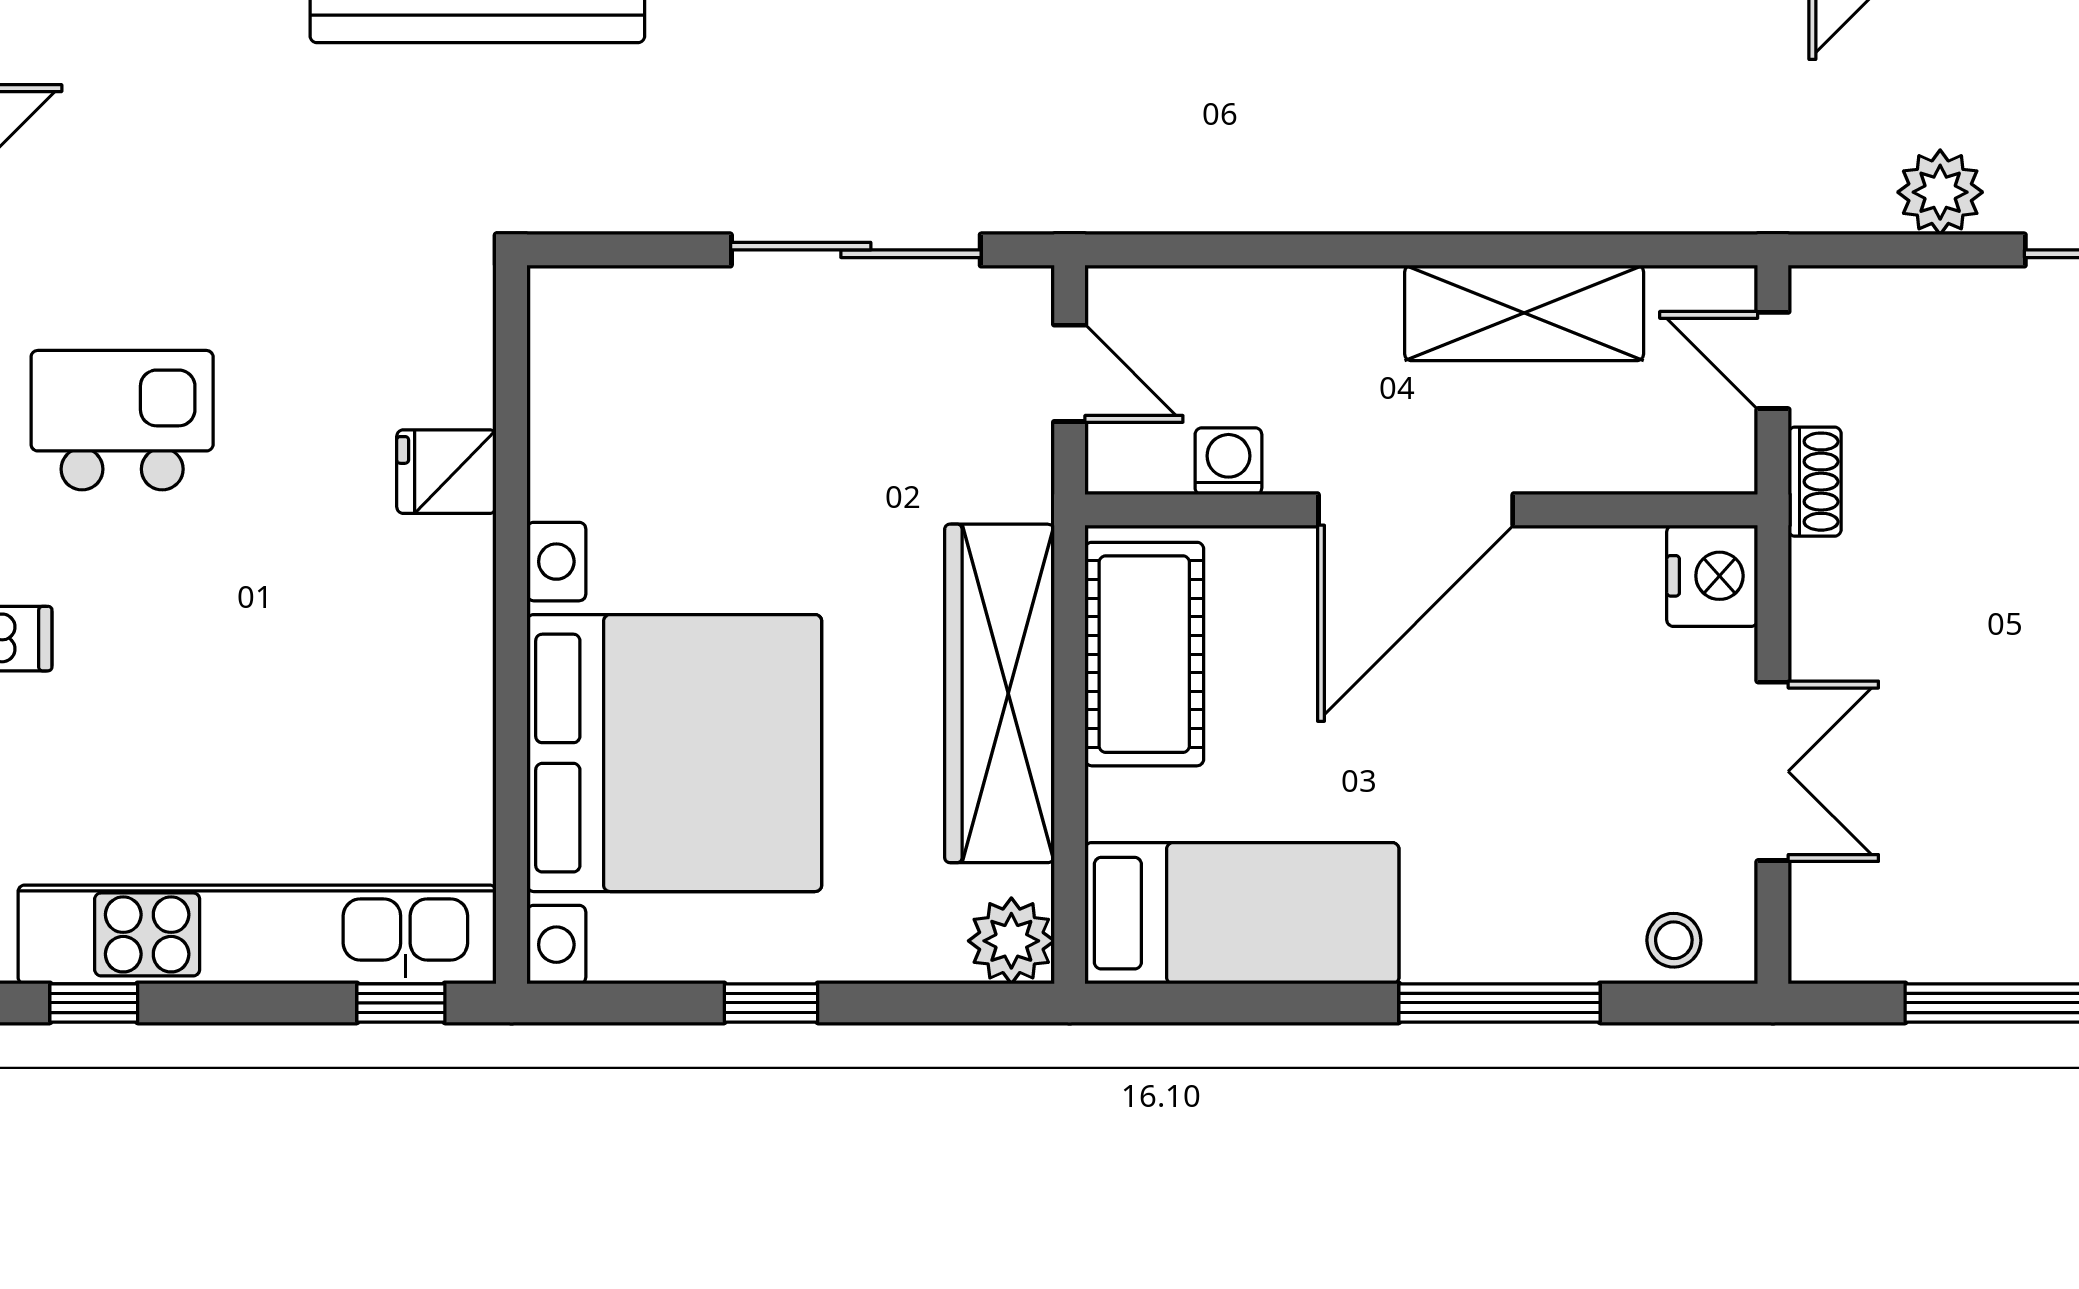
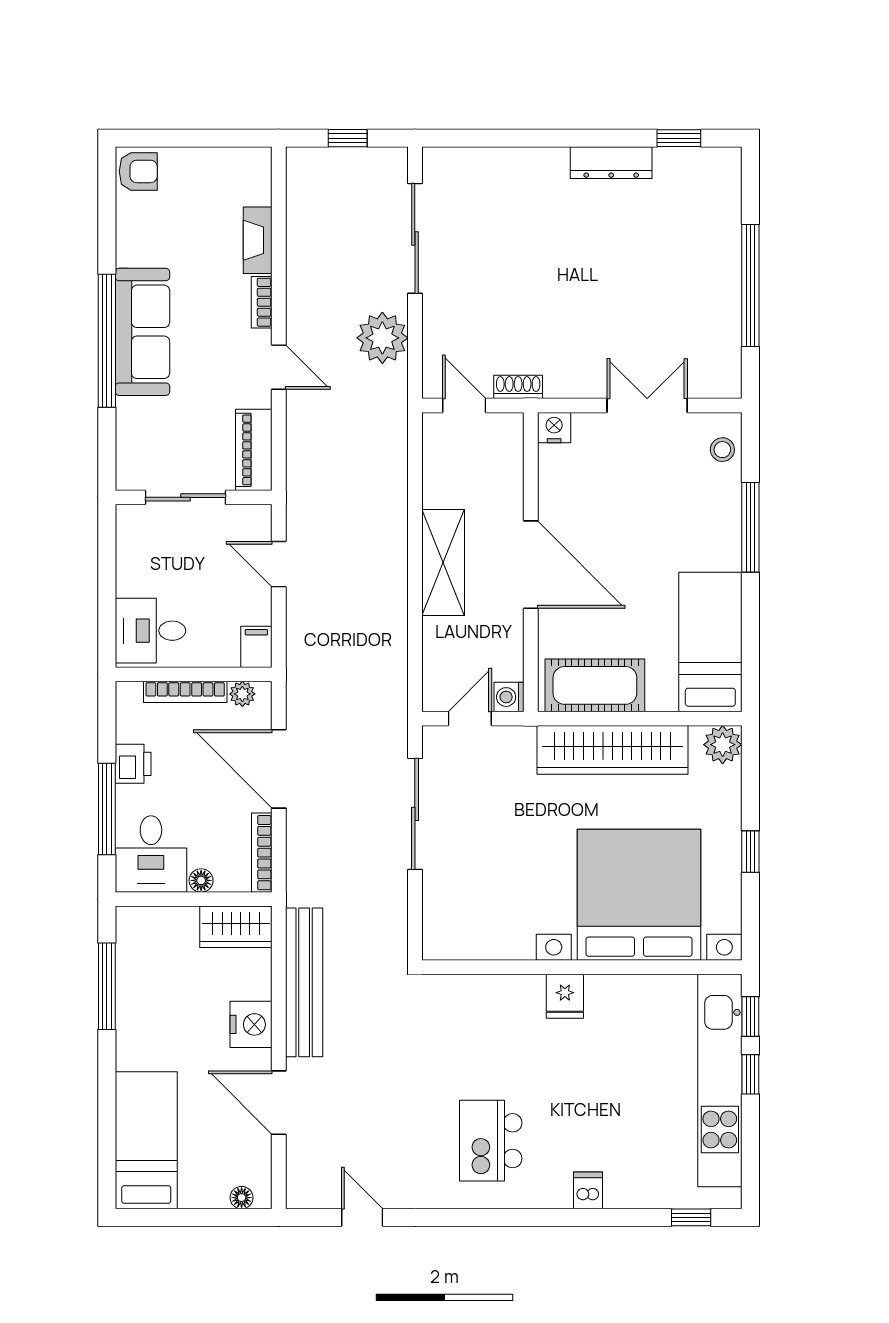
plant: (1940, 192) -> (382, 338), width x1.36, depth x1.36
shelving: (1524, 313) -> (443, 562), moved
door: (1773, 360) -> (464, 405), swing flipped
washing machine: (1228, 461) -> (509, 697), moved
fridge: (446, 472) -> (565, 996), moved
nightstand: (1712, 576) -> (554, 428), width x0.74, depth x0.75
window: (94, 1003) -> (750, 1074), moved

